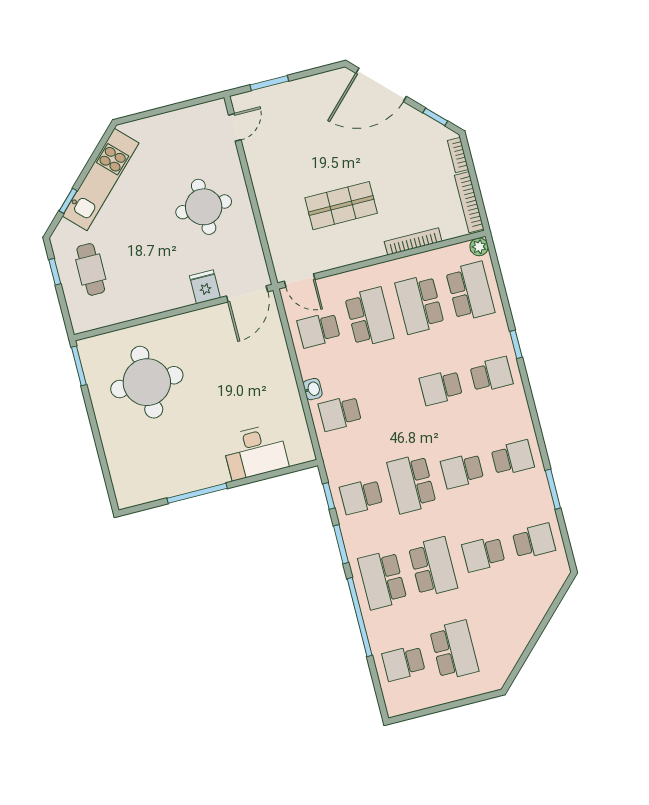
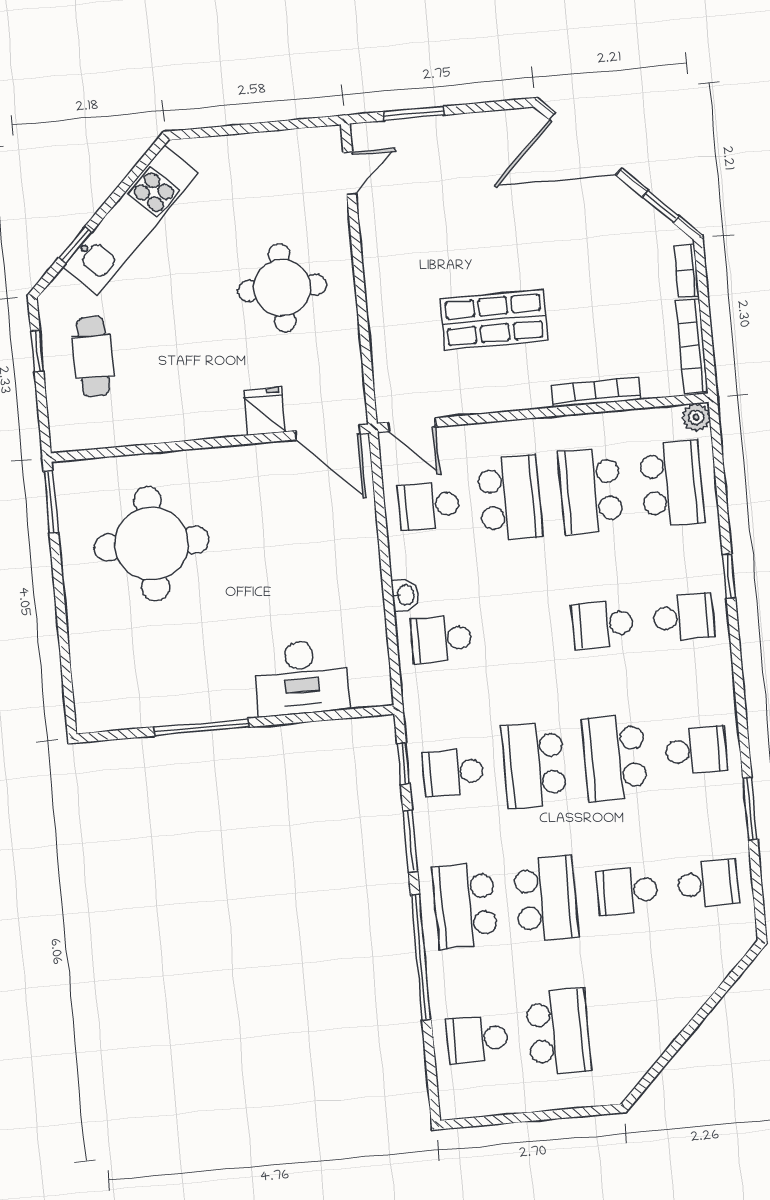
door: (247, 294) -> (328, 432), hinge flipped
school desk: (462, 471) -> (615, 758), width x1.85

